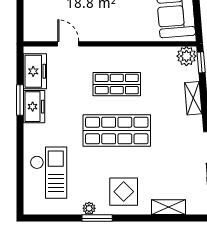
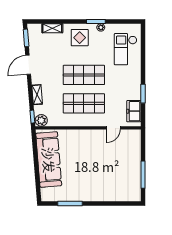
door: (68, 44) -> (114, 128), hinge flipped
shop shelf: (117, 84) -> (84, 103), width x1.43, depth x1.36
freezer: (34, 107) -> (134, 90), removed

